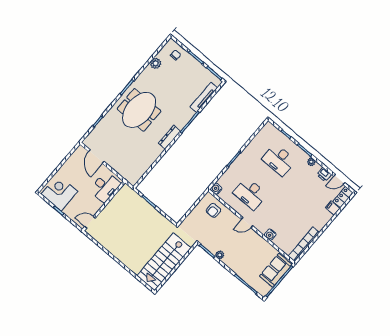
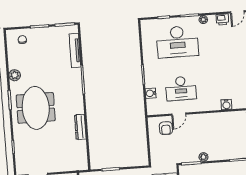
plant: (156, 63) -> (15, 75), moved
dresser: (169, 137) -> (80, 127), moved
desk: (279, 160) -> (177, 42), width x1.36, depth x1.30
water cooler: (216, 189) -> (151, 93), moved
door: (247, 223) -> (179, 114), moved

